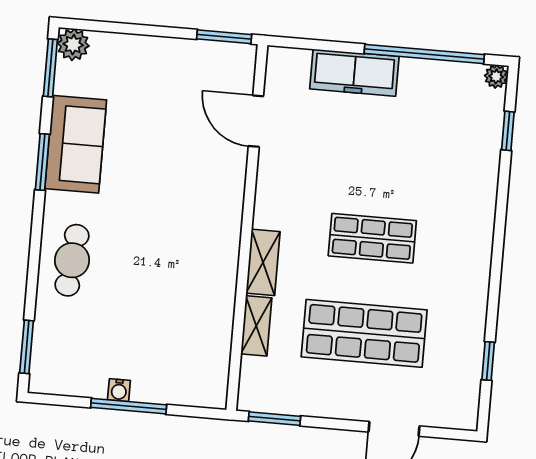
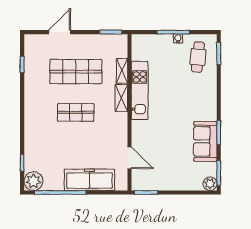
freezer: (354, 73) -> (89, 180), width x1.36, depth x1.26
plant: (496, 76) -> (33, 181), width x1.88, depth x1.88
cafe table: (72, 260) -> (198, 57), moved
kitchen unit: (219, 277) -> (140, 90), added

